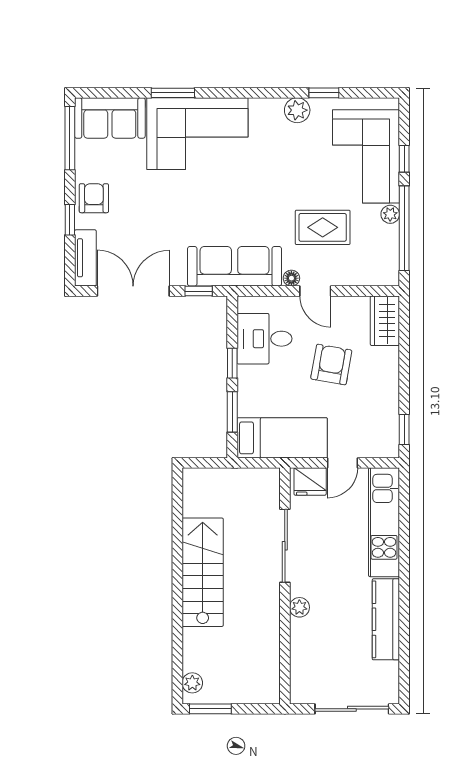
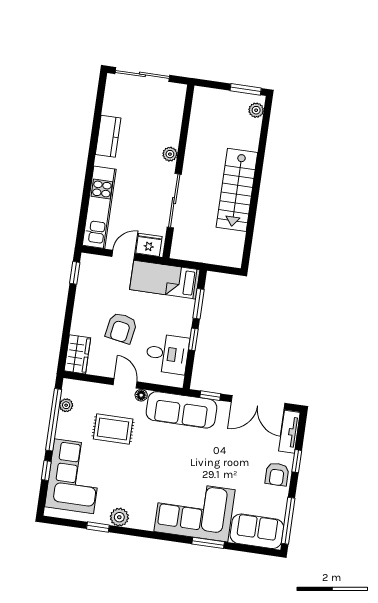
plant: (390, 214) -> (66, 405), moved
kitchen counter: (386, 619) -> (108, 136), width x0.67

